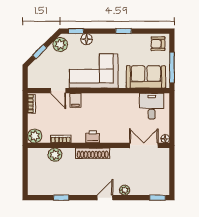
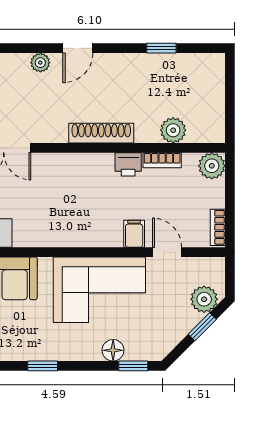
plant: (60, 45) -> (204, 299), moved
printer: (93, 137) -> (128, 164), moved

